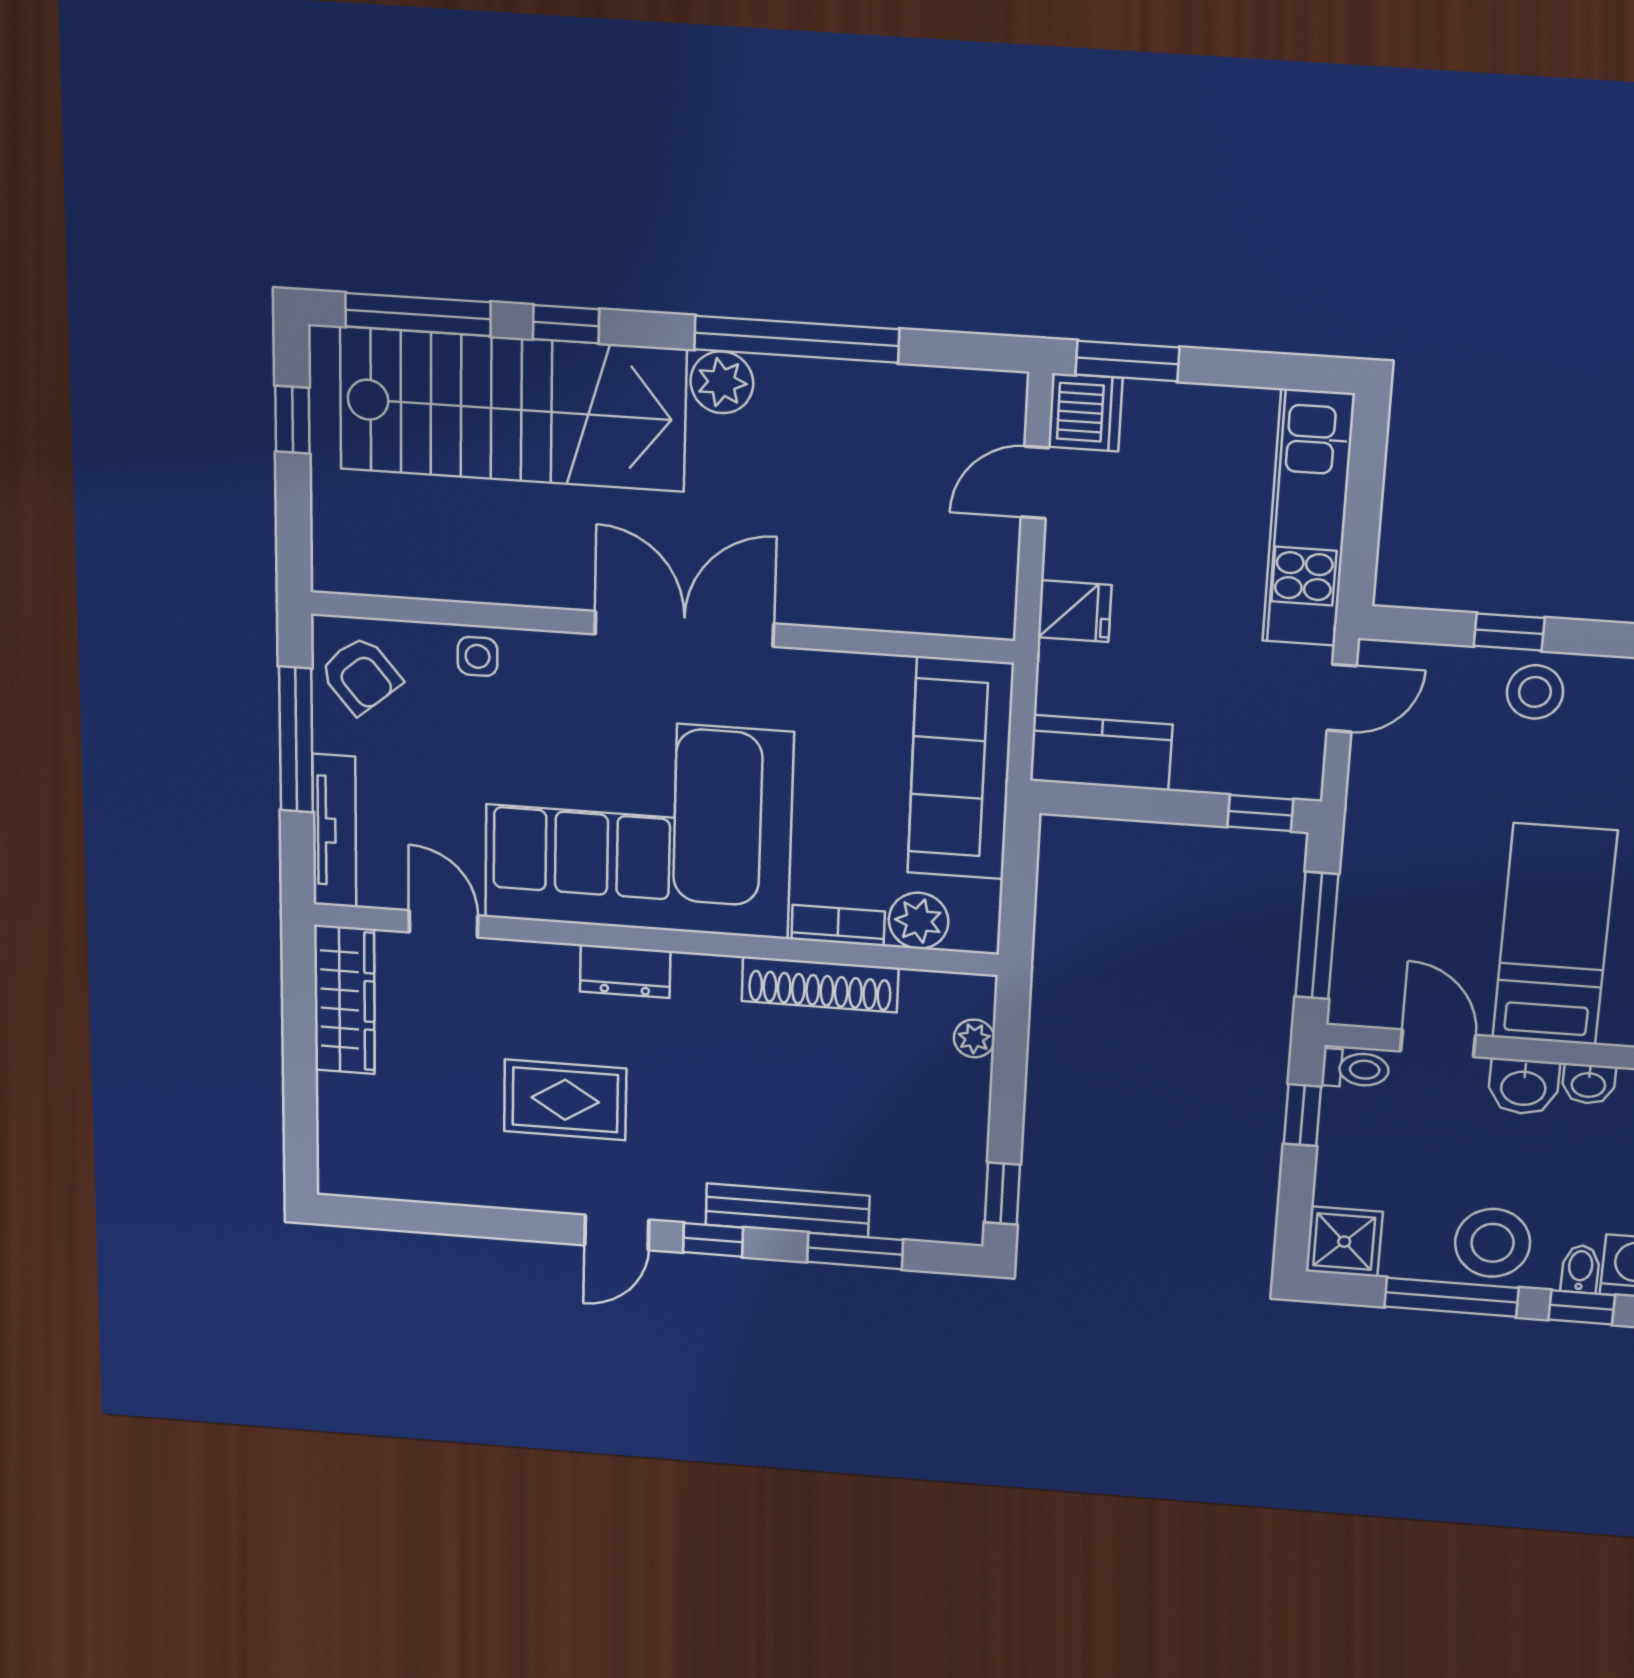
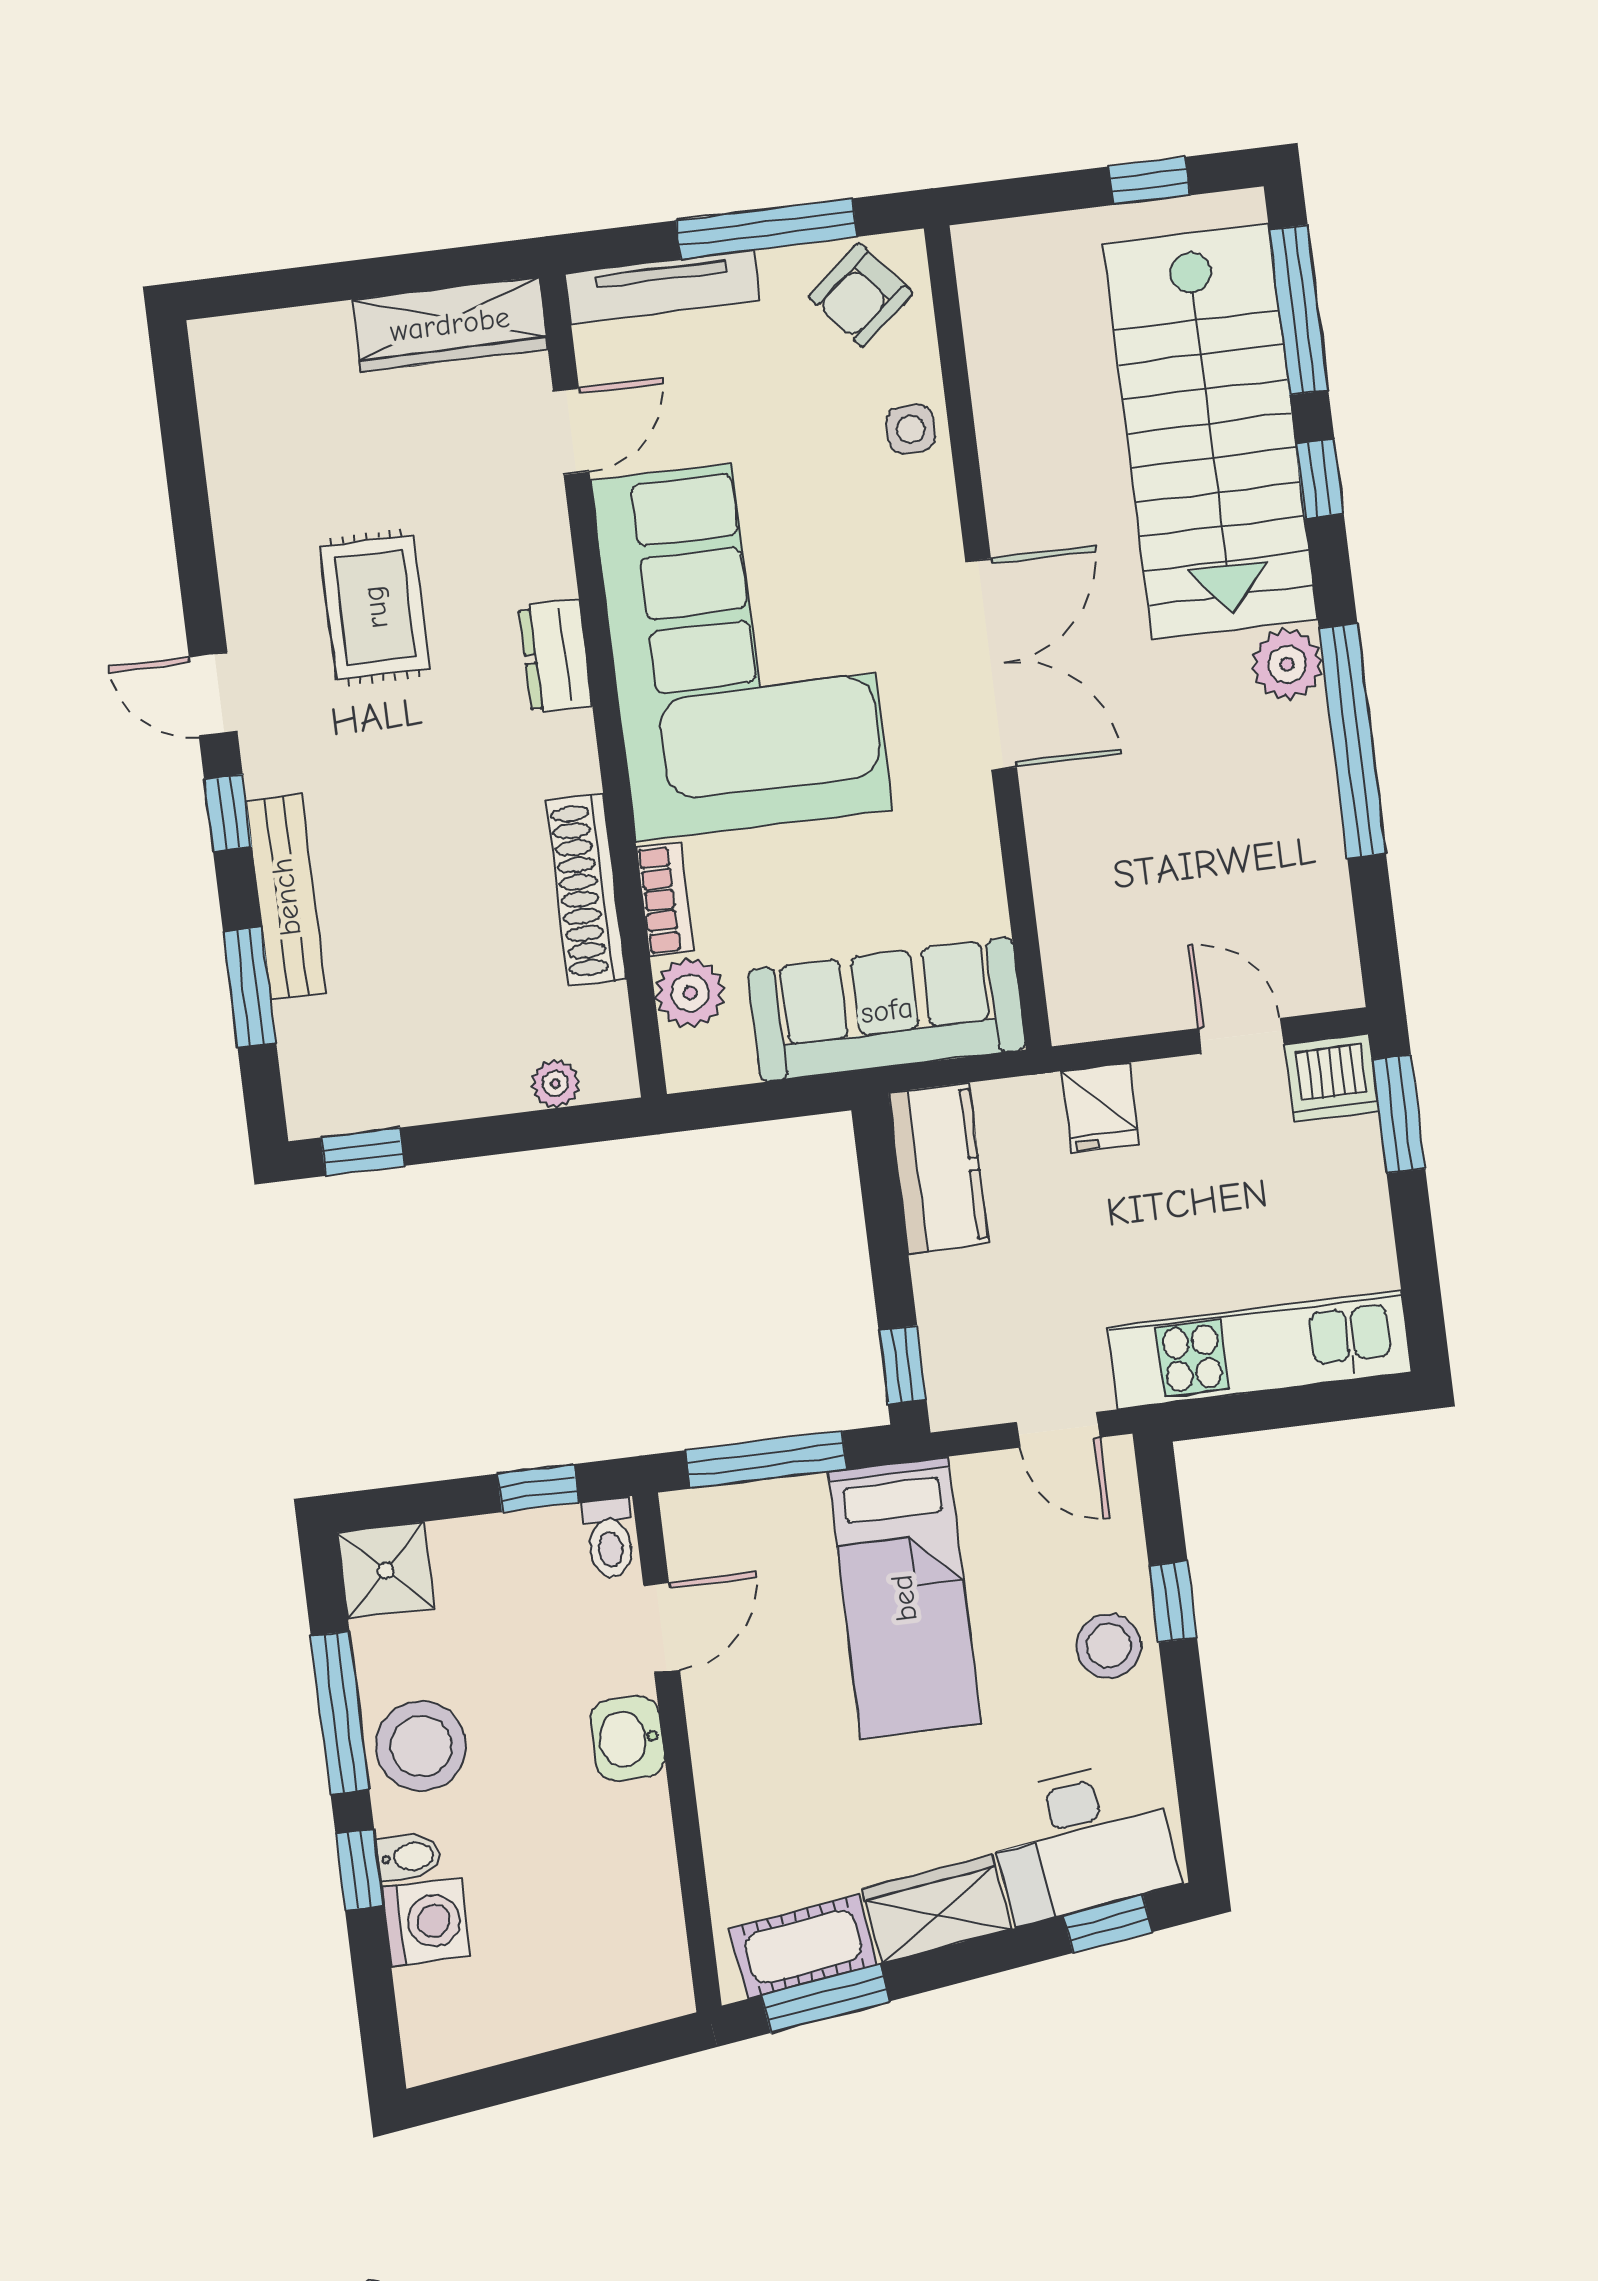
bed: (1555, 935) -> (904, 1598), moved, turned 90
washbasin: (1589, 1084) -> (647, 1813), removed

